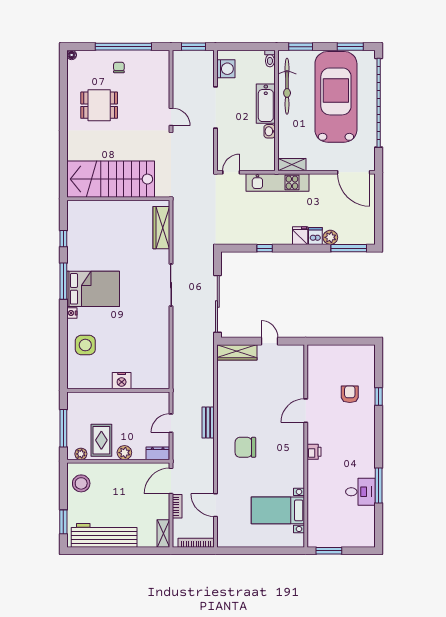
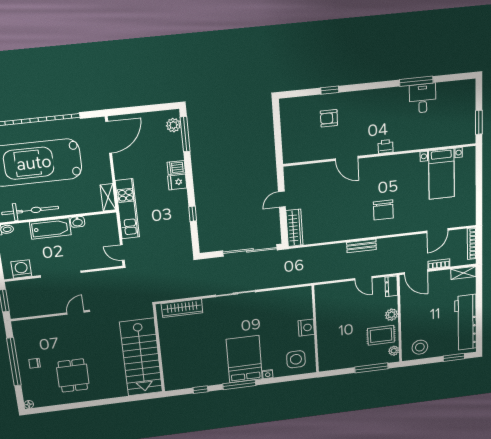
plant: (330, 237) -> (173, 125), moved
nightstand: (122, 381) -> (306, 328), moved
wall: (118, 390) -> (315, 329), moved

